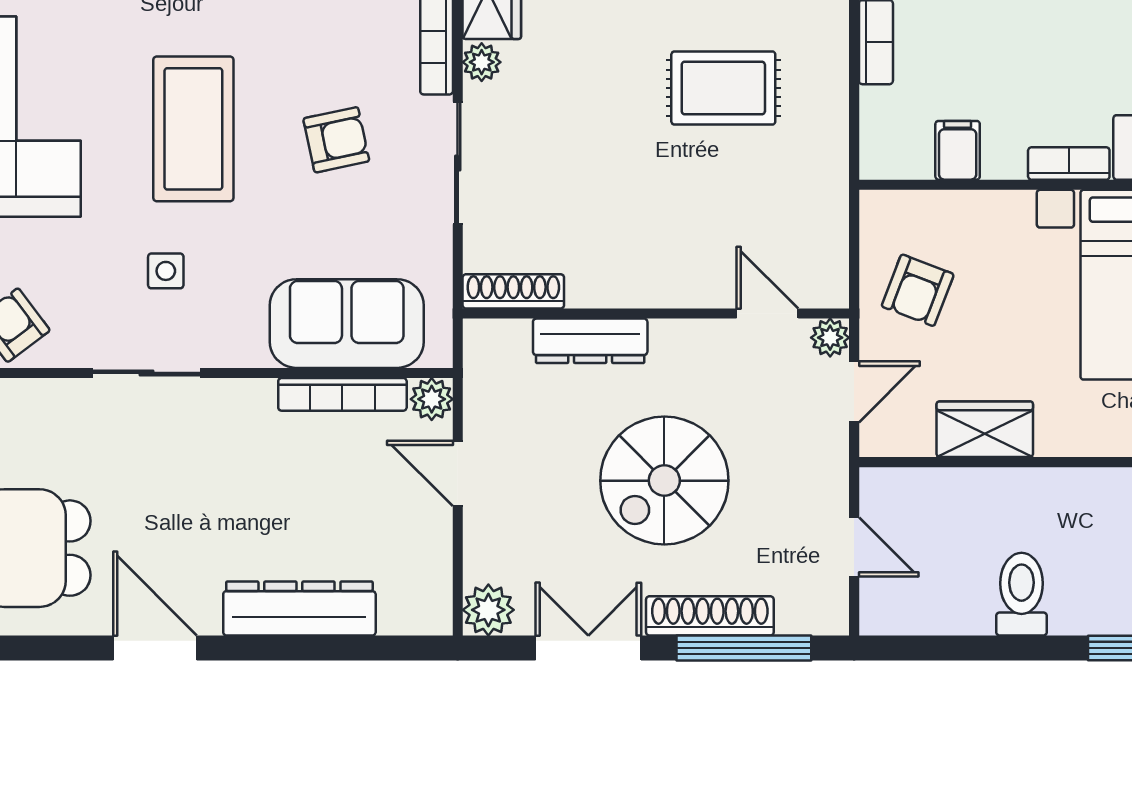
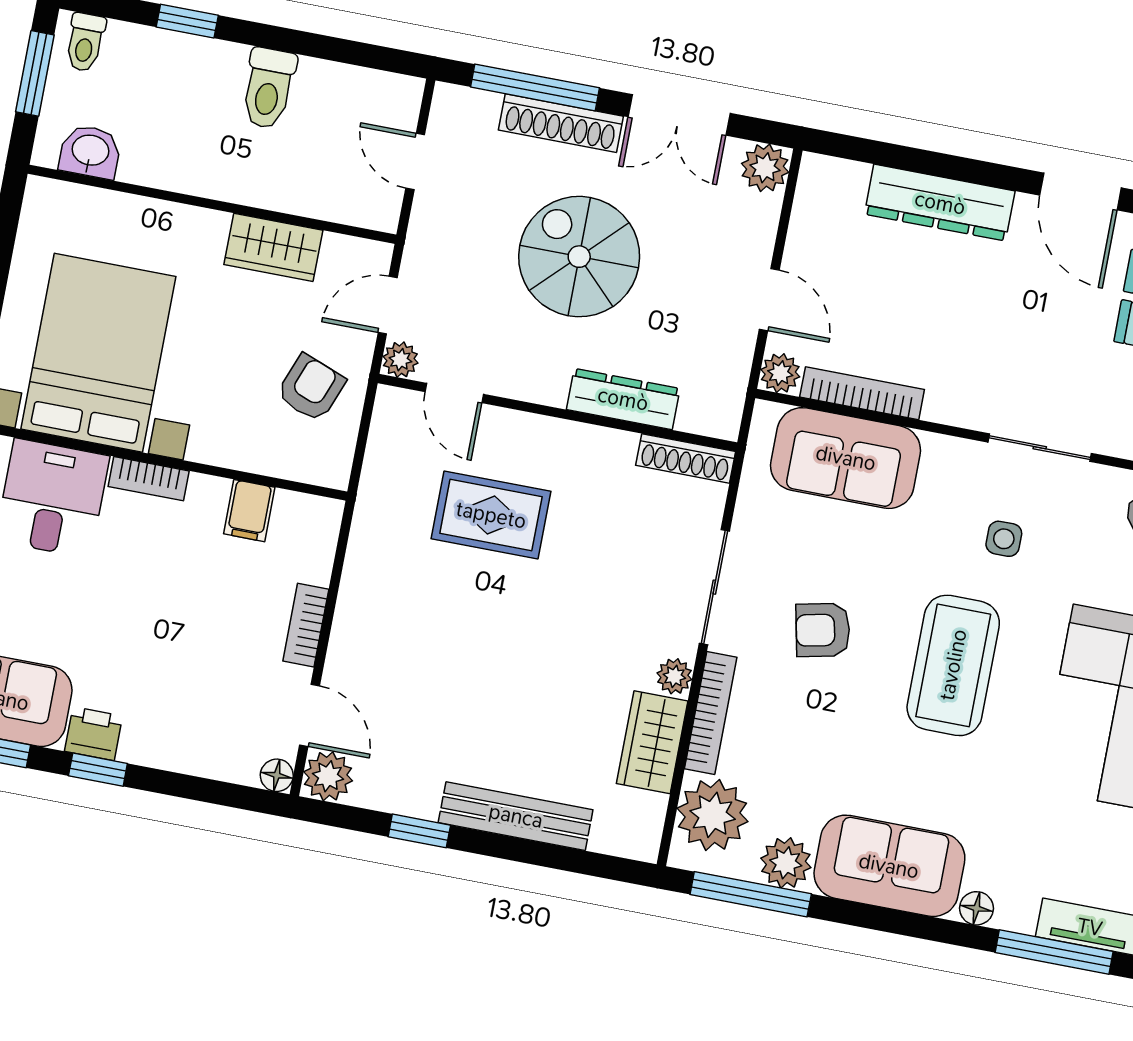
rug: (723, 88) -> (491, 515), moved
spiral stairs: (664, 481) -> (579, 257), turned -90

